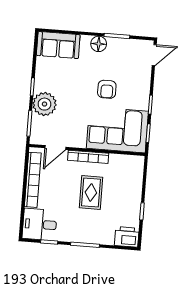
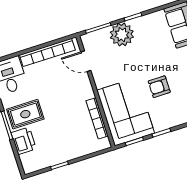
bookcase: (88, 157) -> (97, 118), moved
rug: (91, 193) -> (25, 114), moved
printer: (127, 237) -> (24, 141), moved

